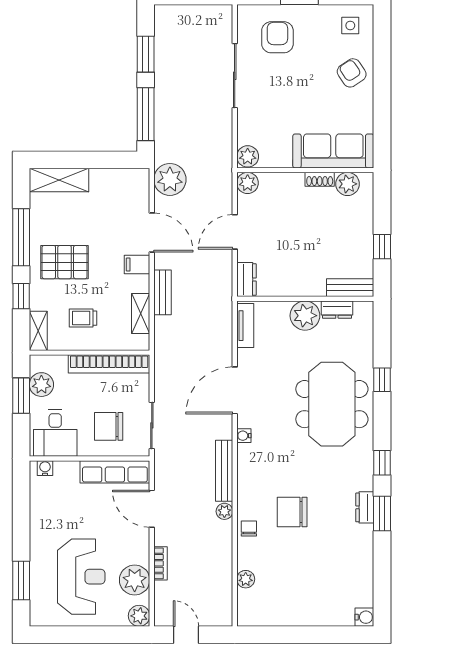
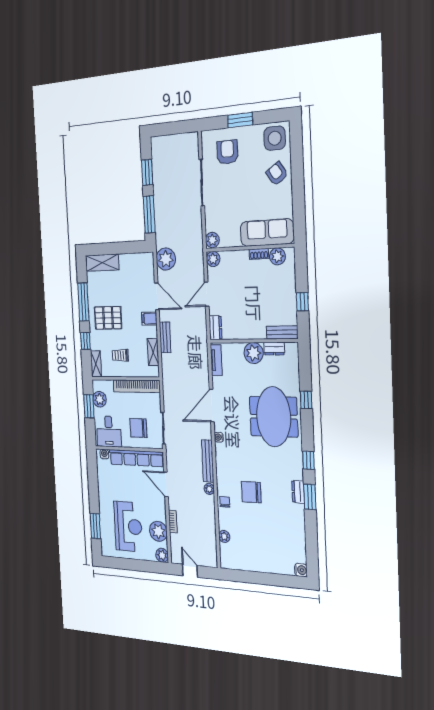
side table: (350, 25) -> (275, 138), width x1.87, depth x1.87
row of seats: (115, 472) -> (136, 458), width x1.36

